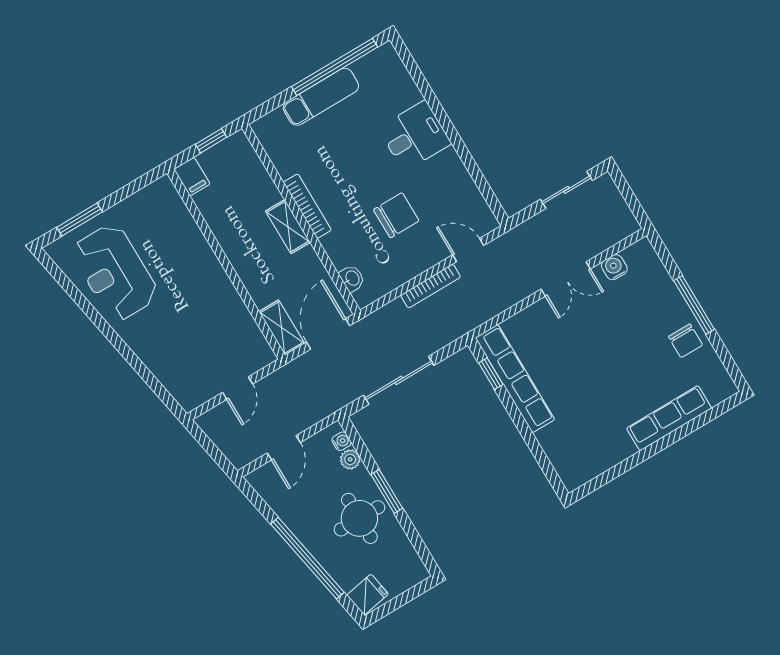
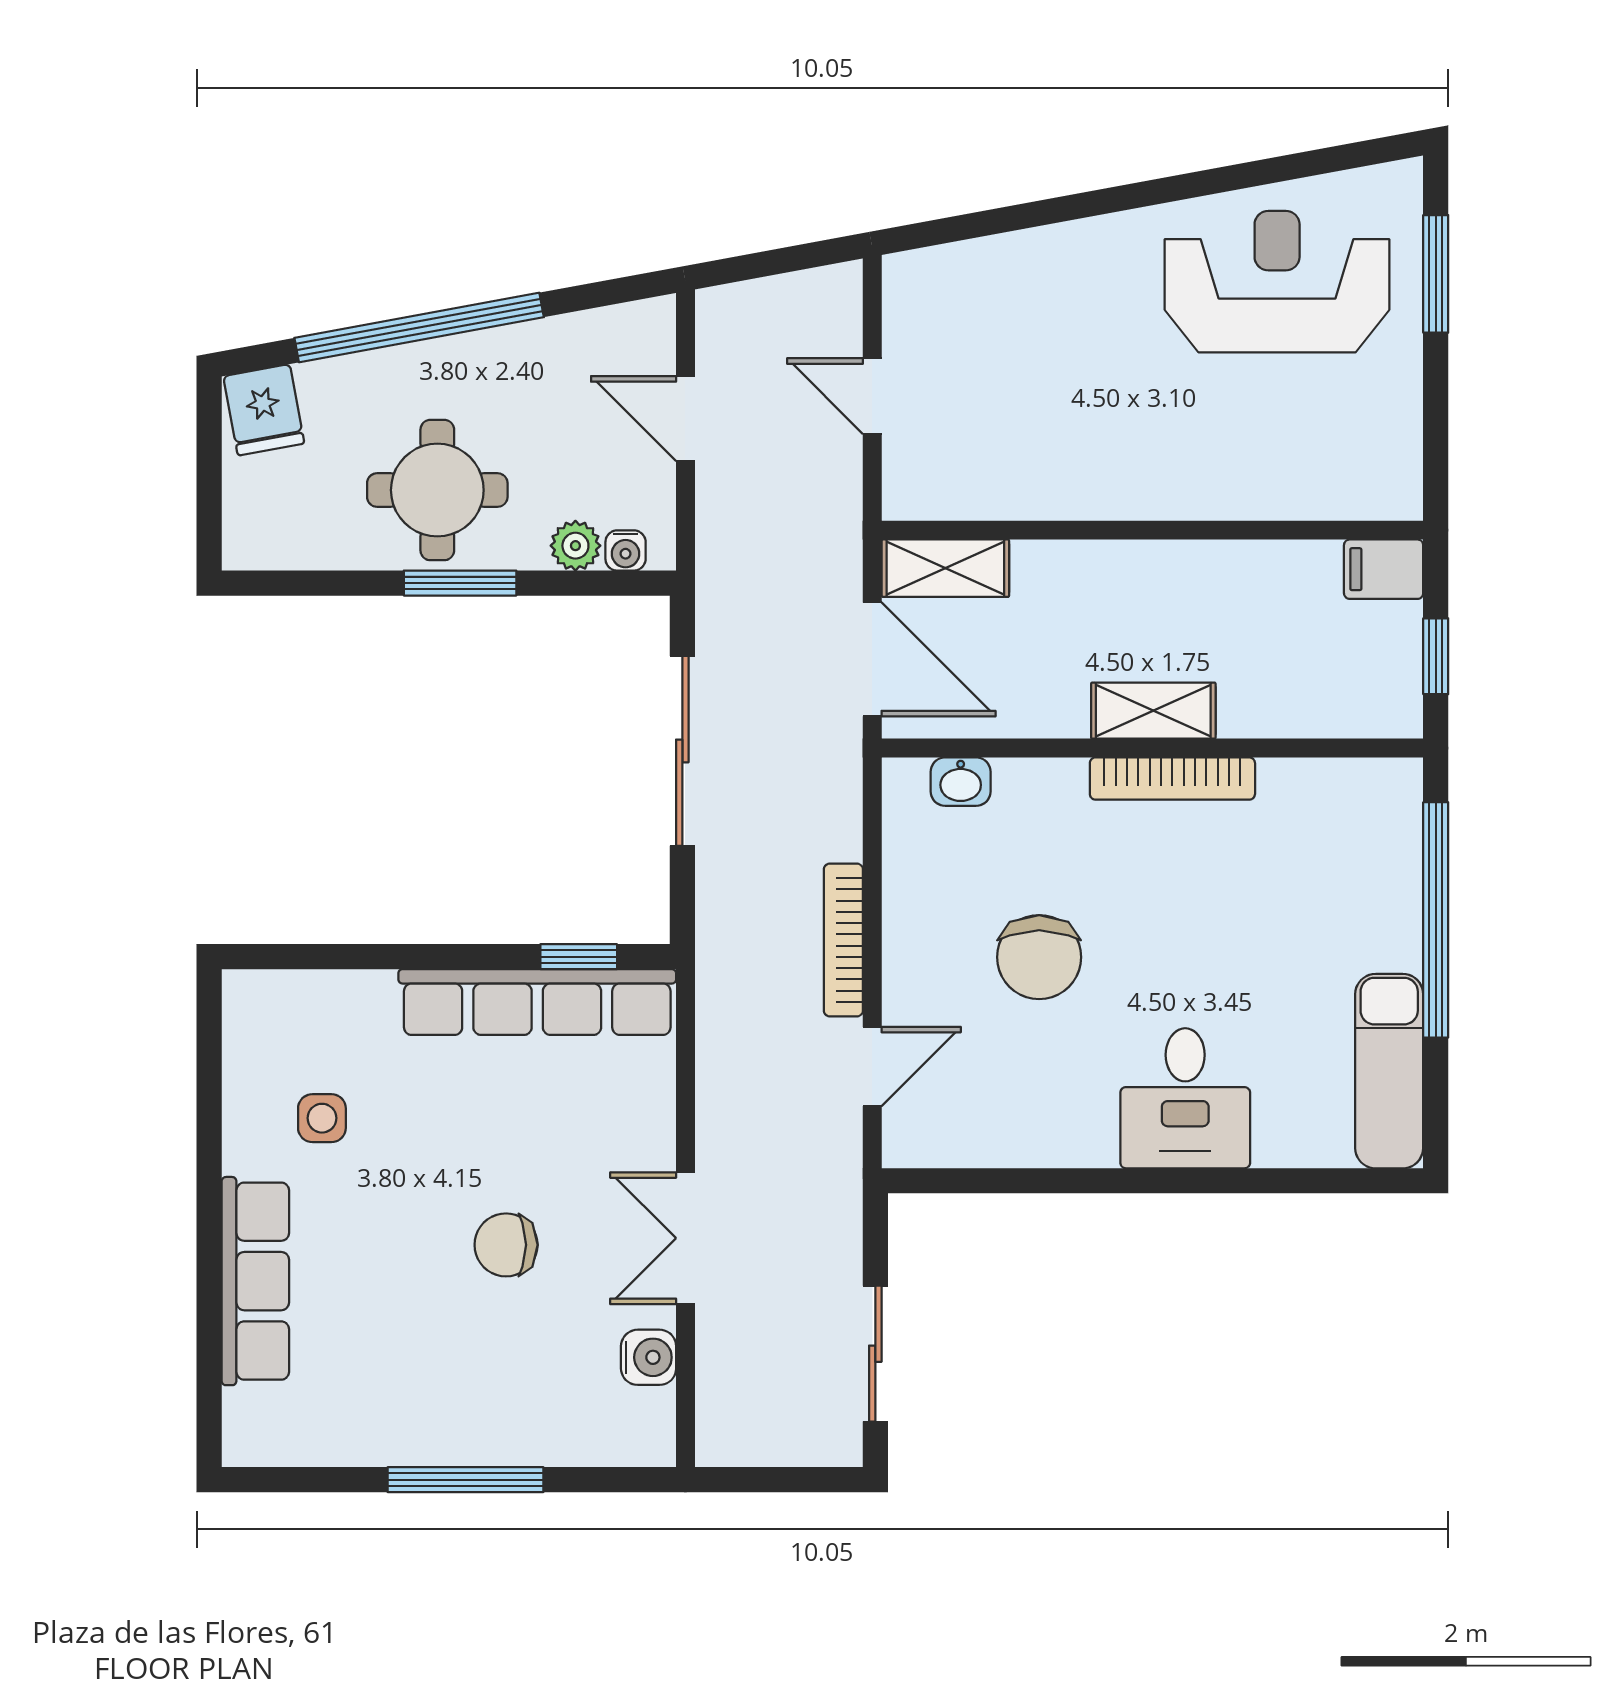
window: (335, 67) -> (1436, 920), moved
exam couch: (321, 97) -> (1389, 1071), moved
chair: (685, 341) -> (506, 1245), moved
side table: (599, 429) -> (322, 1118), added

